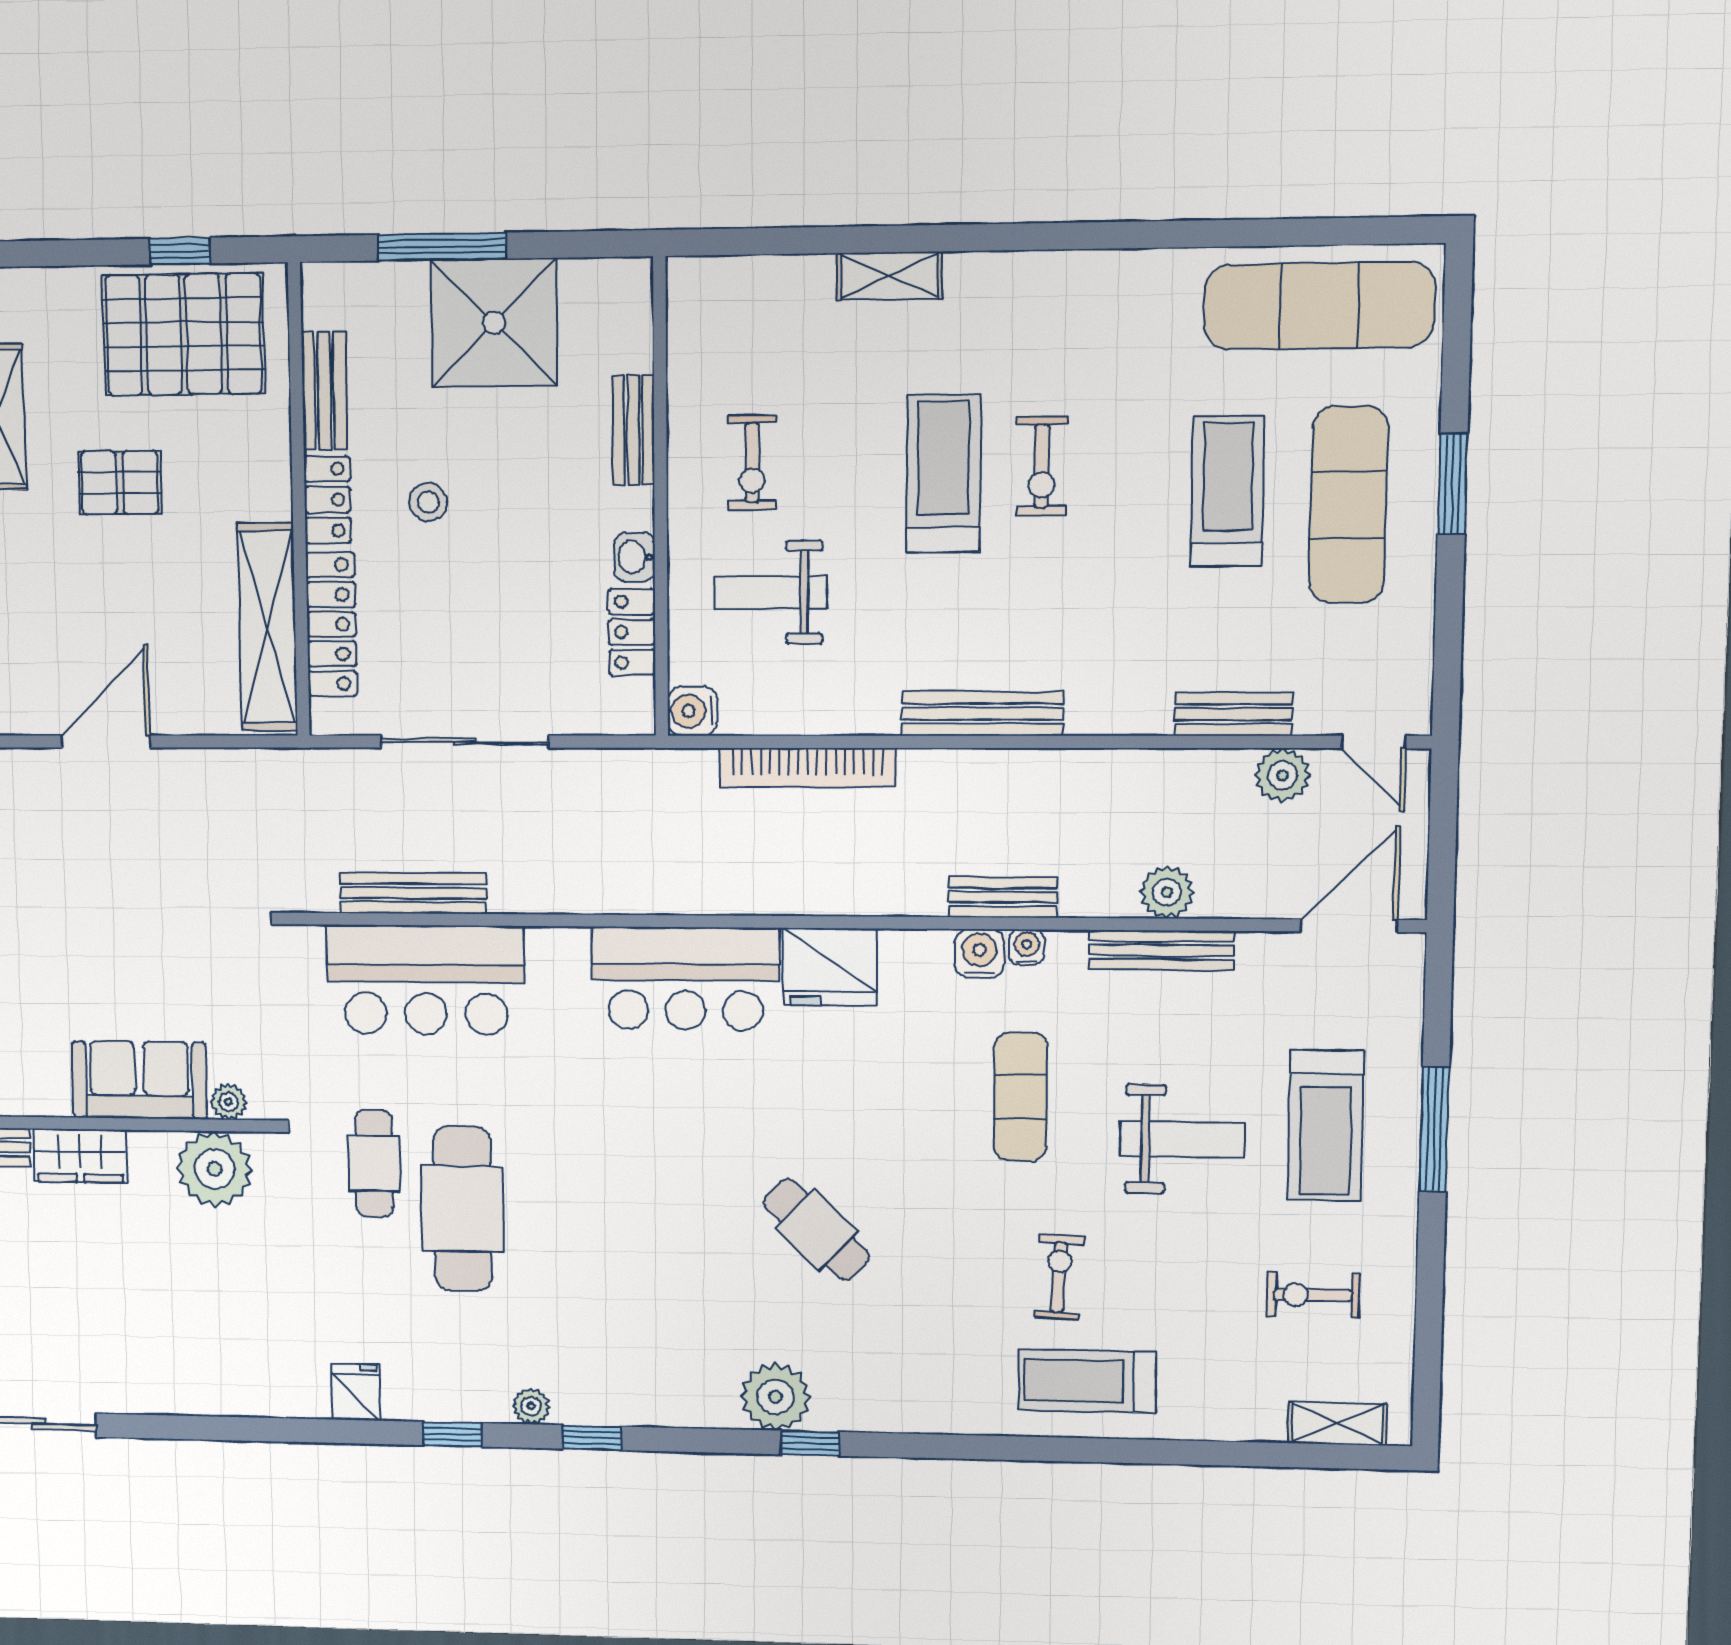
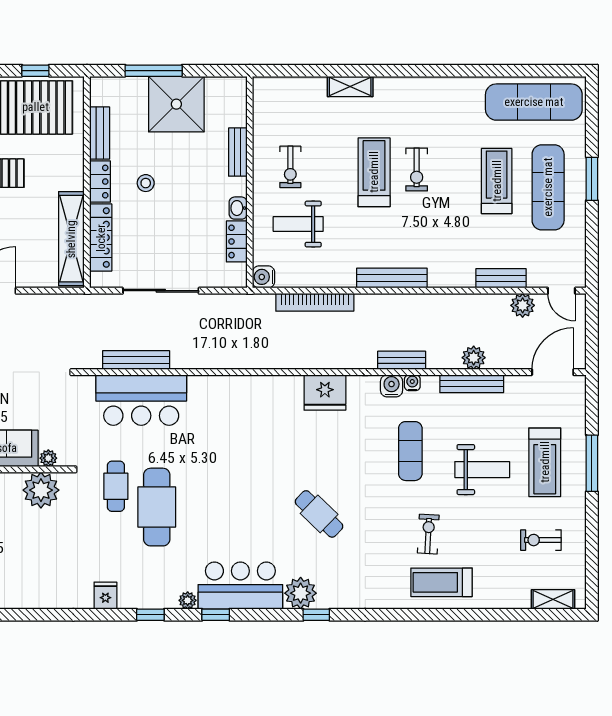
bar counter: (685, 978) -> (240, 586), moved, turned 180

